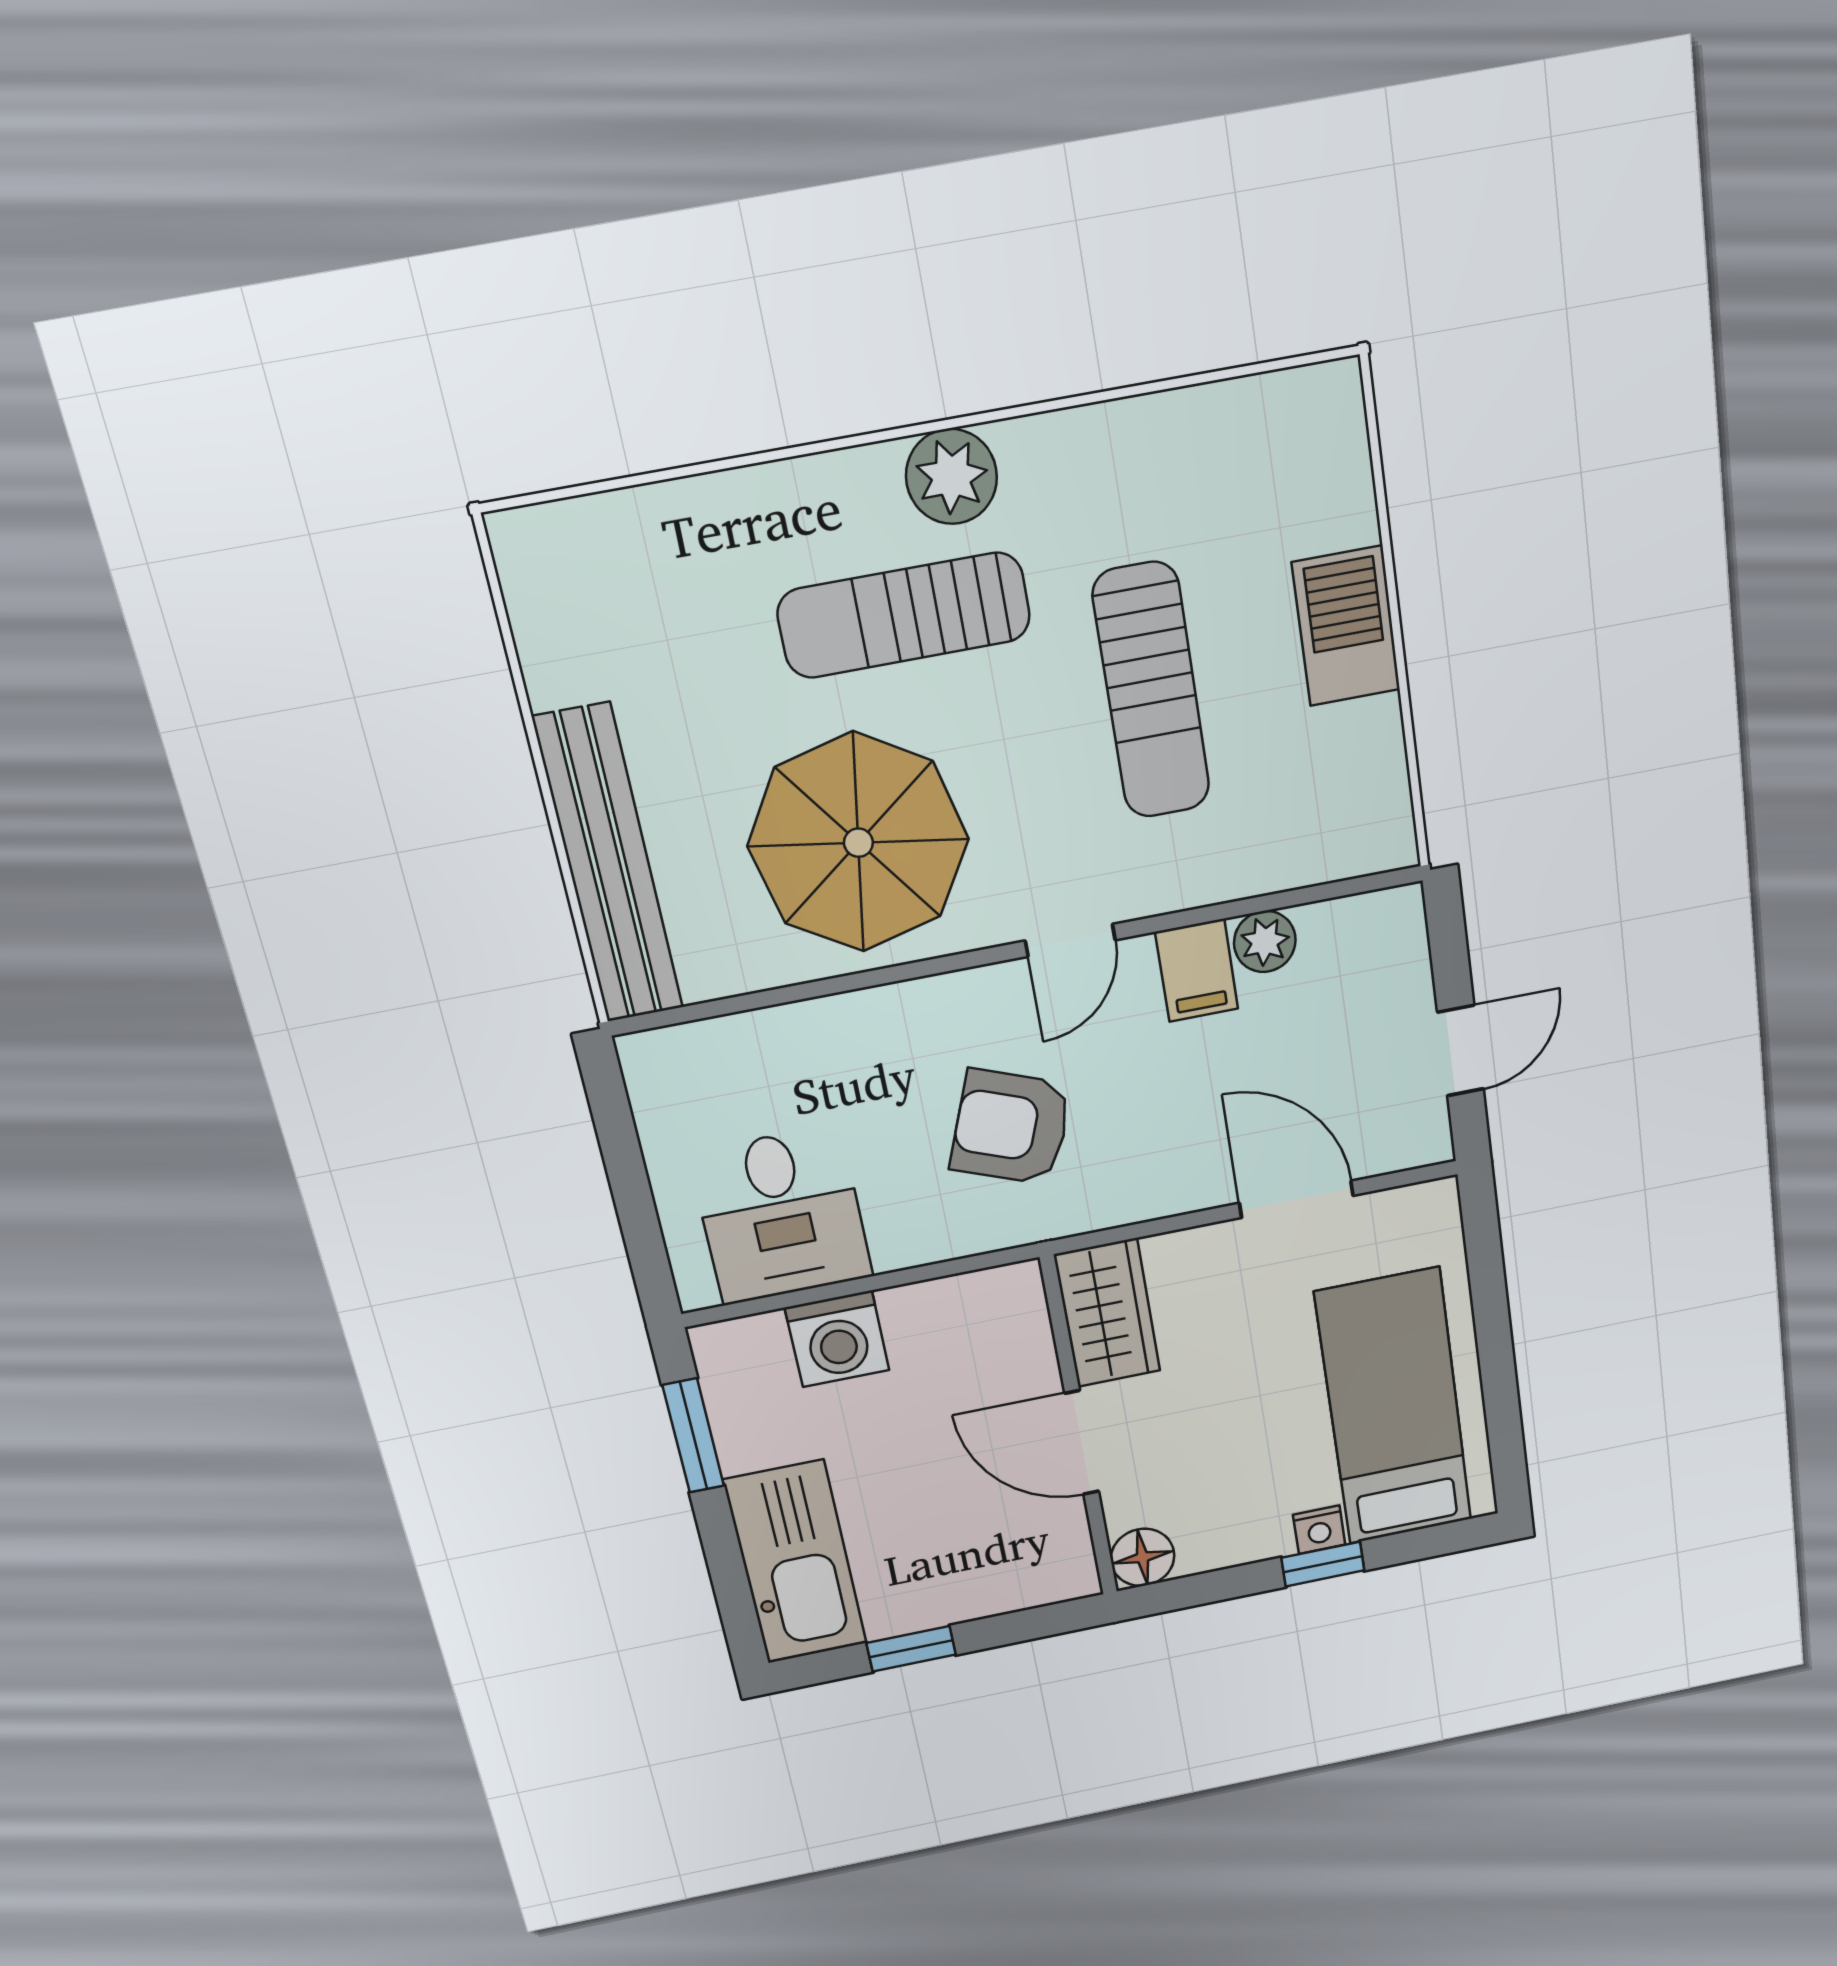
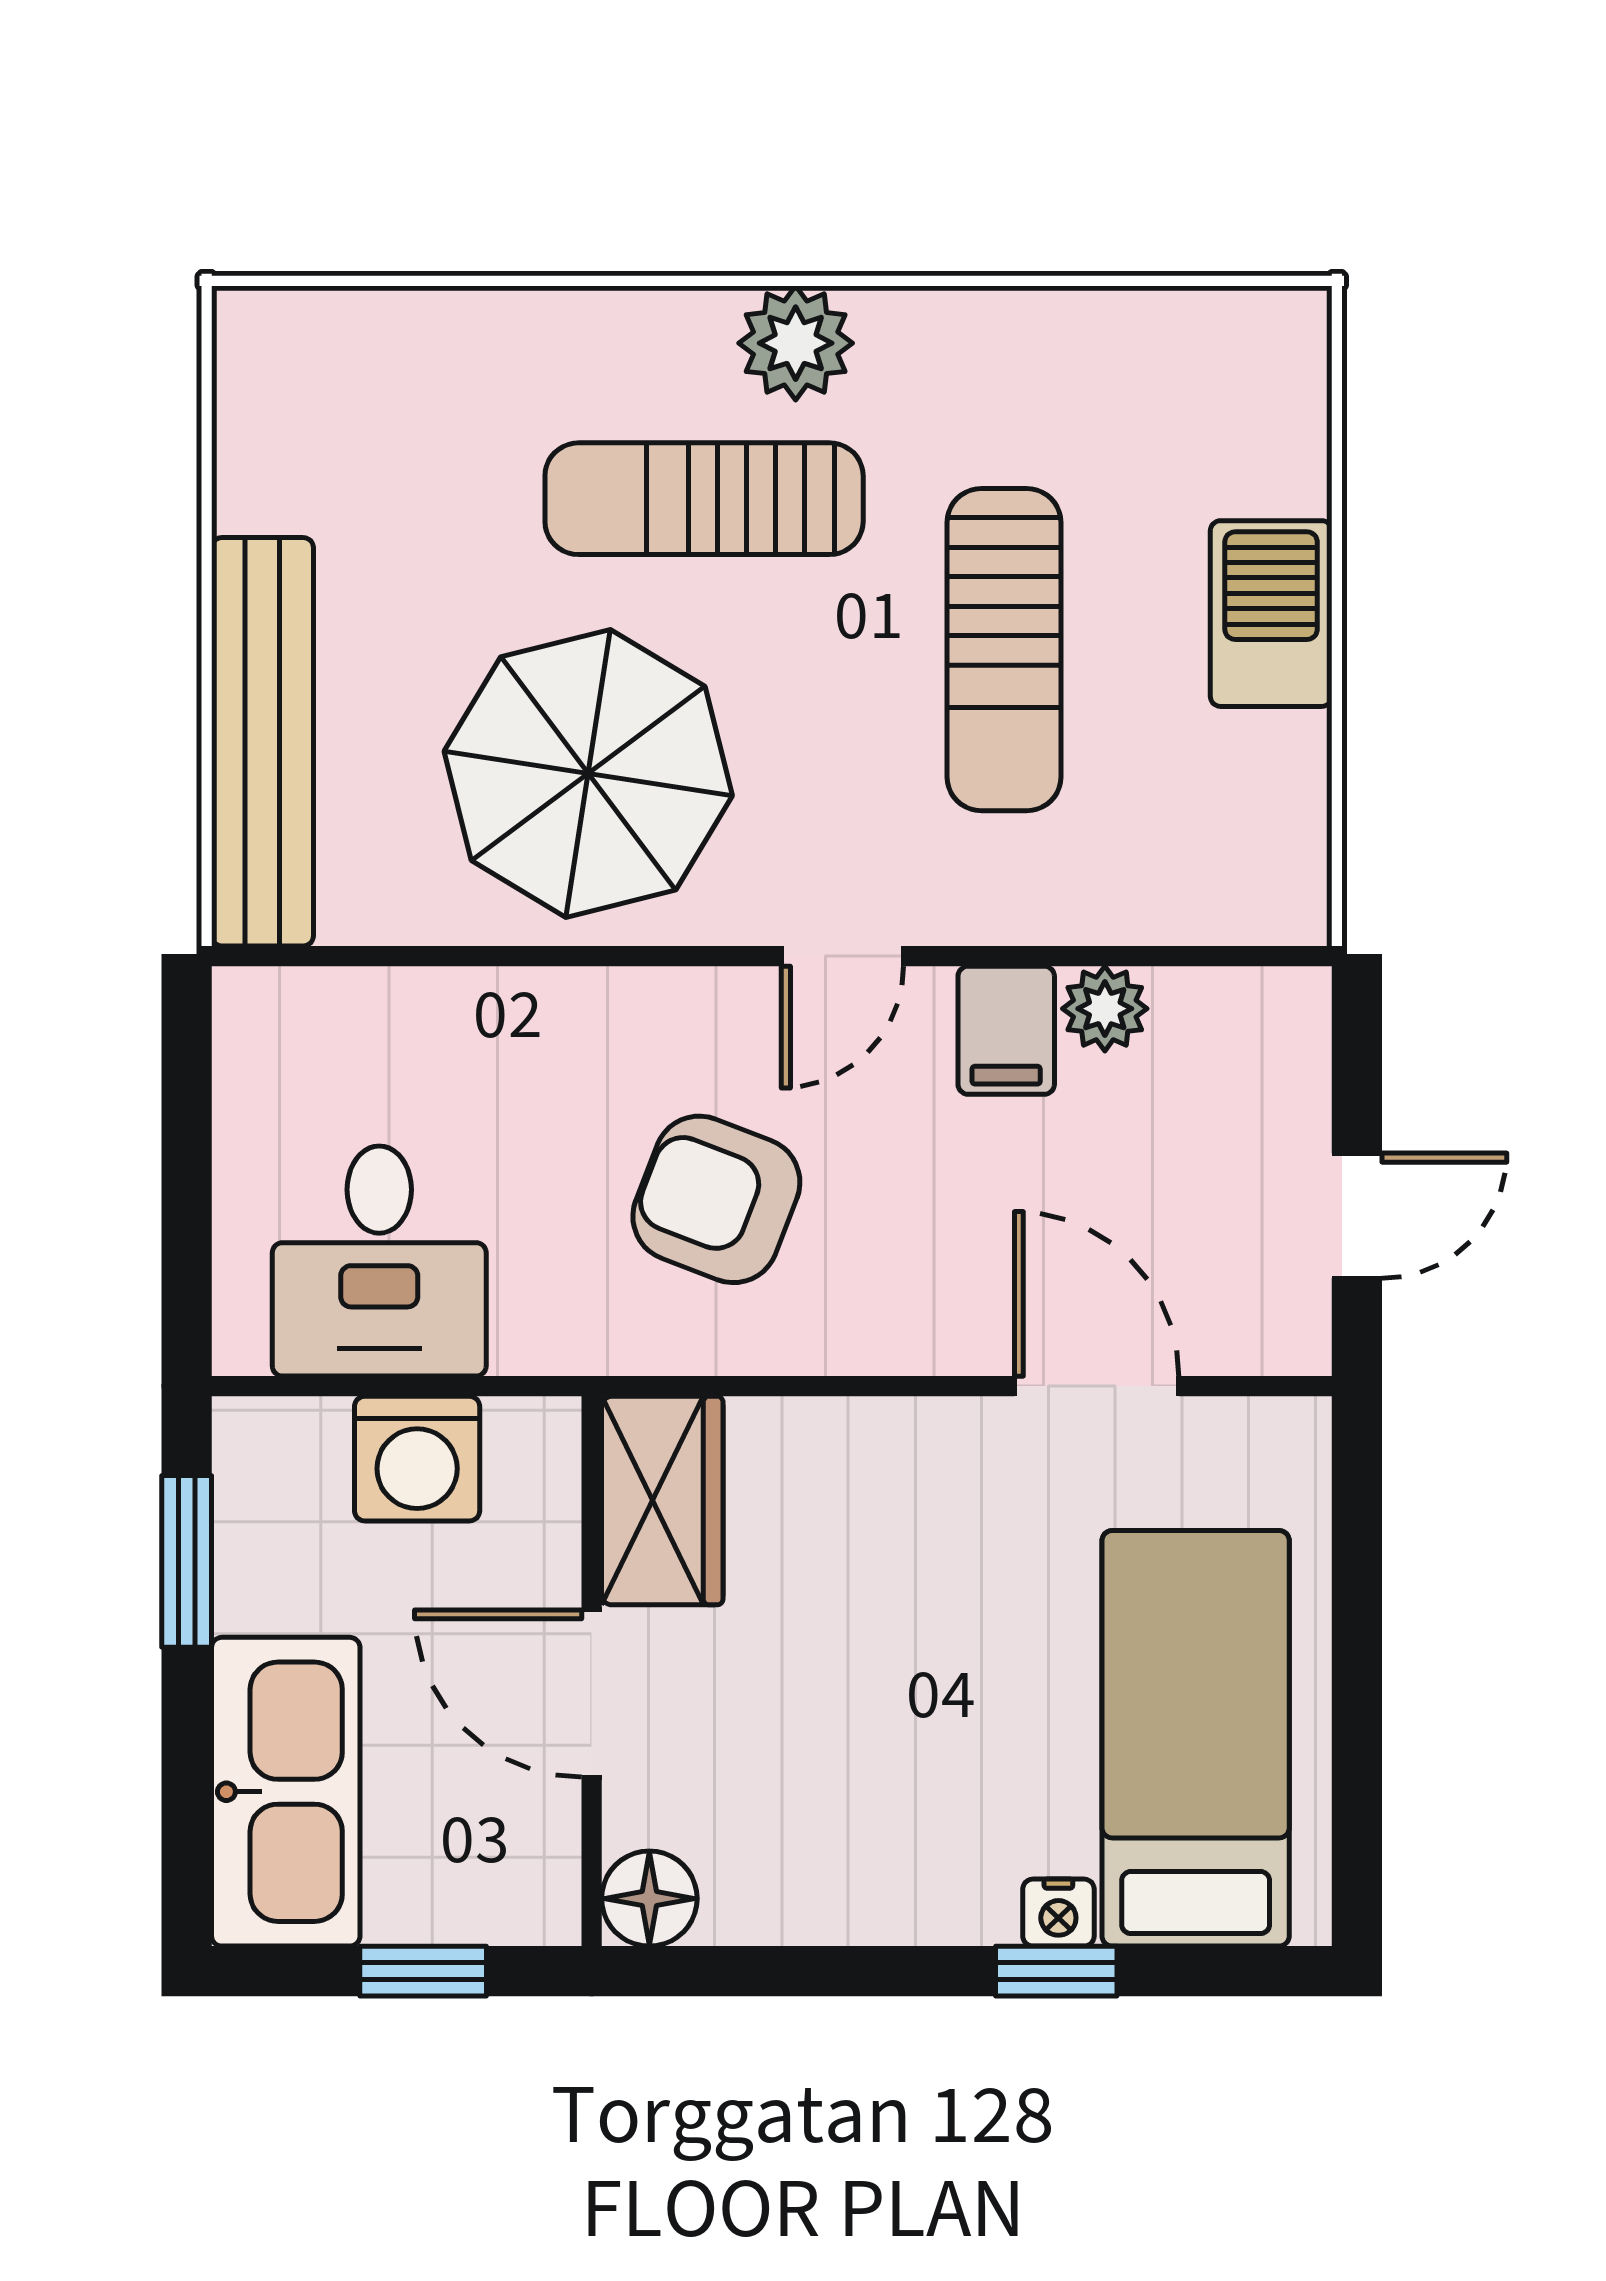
wardrobe: (1107, 1313) -> (662, 1501), moved
wall: (1079, 1429) -> (592, 1671), moved
door: (1082, 1443) -> (592, 1694), moved
floor lamp: (1143, 1557) -> (649, 1899), moved

